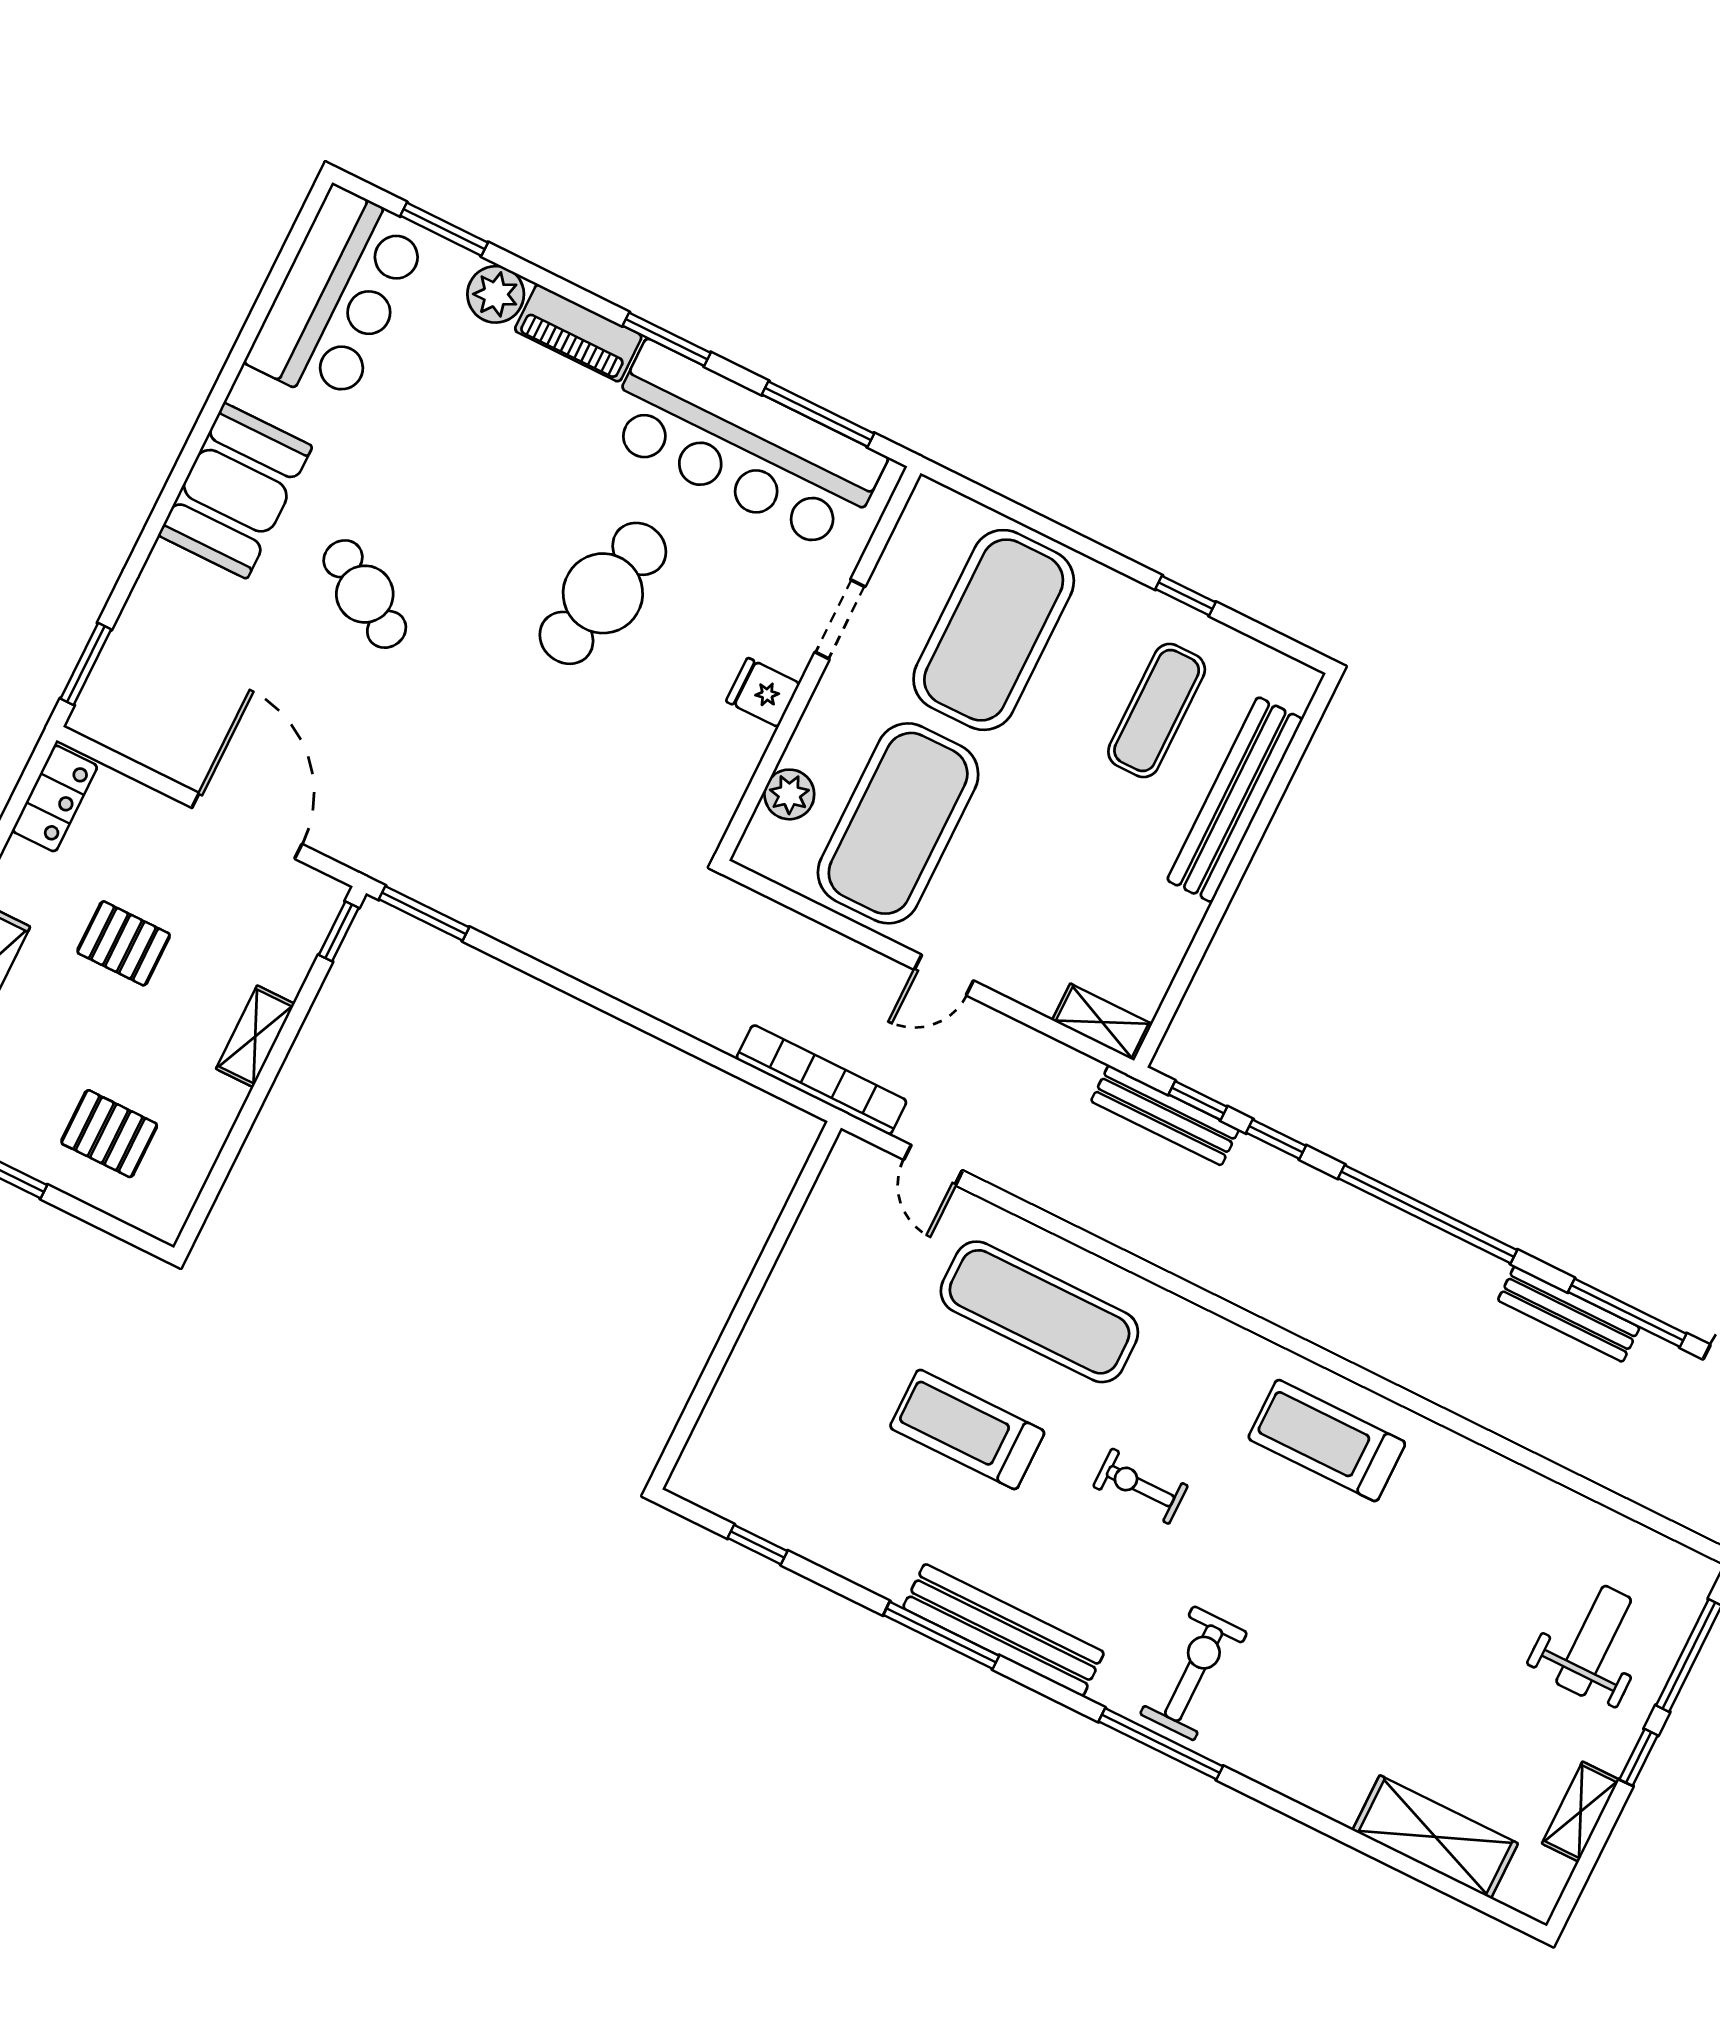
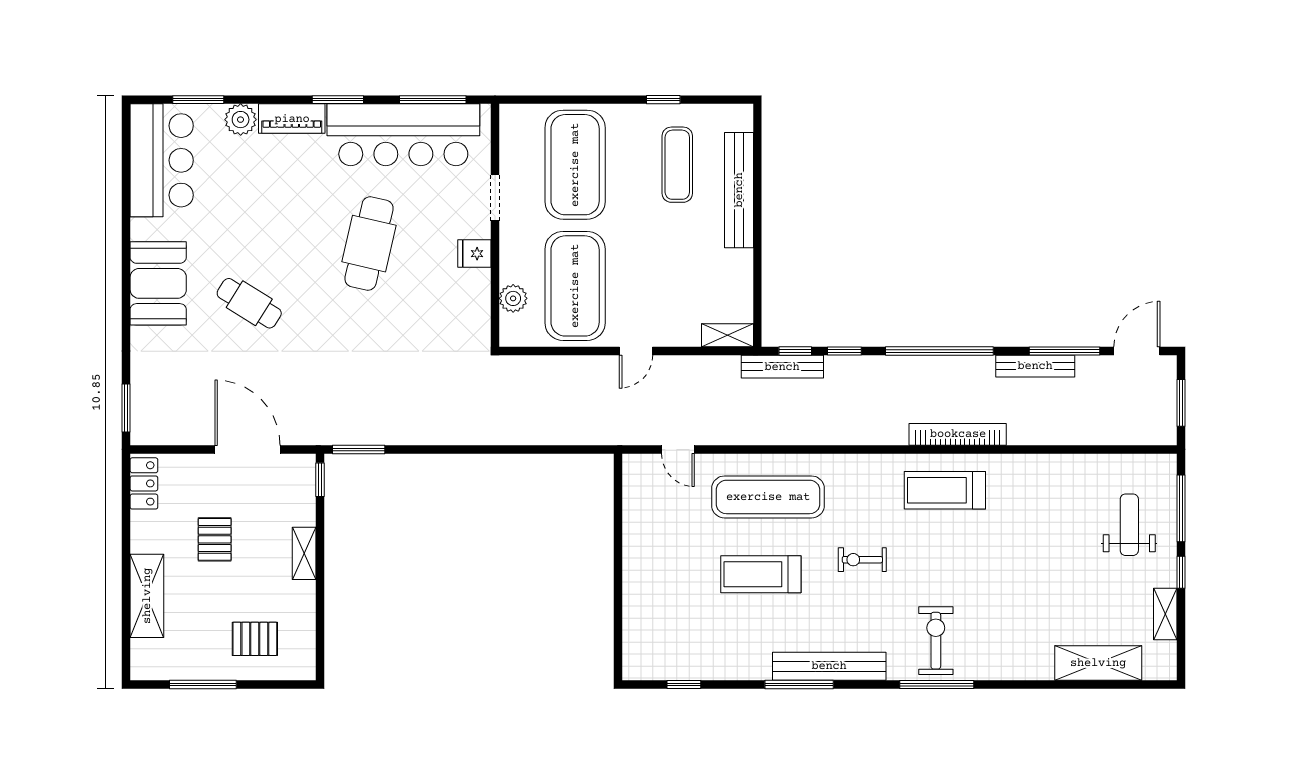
pallet: (124, 943) -> (215, 539), turned 90
bookcase: (821, 1080) -> (958, 434), moved

